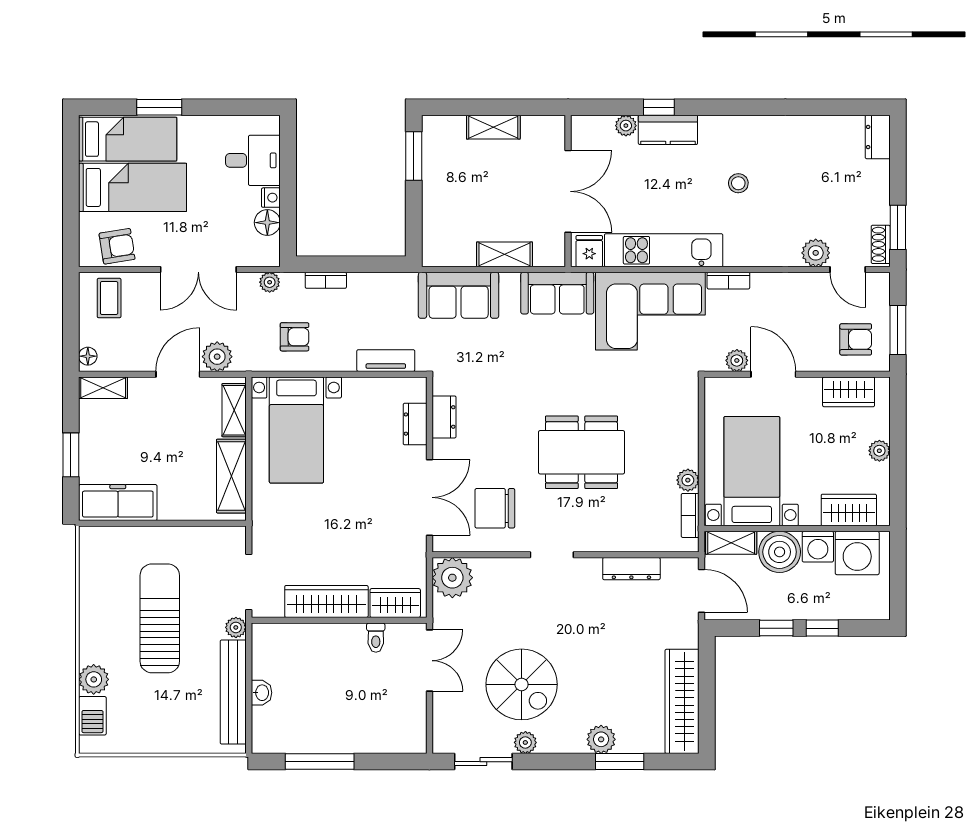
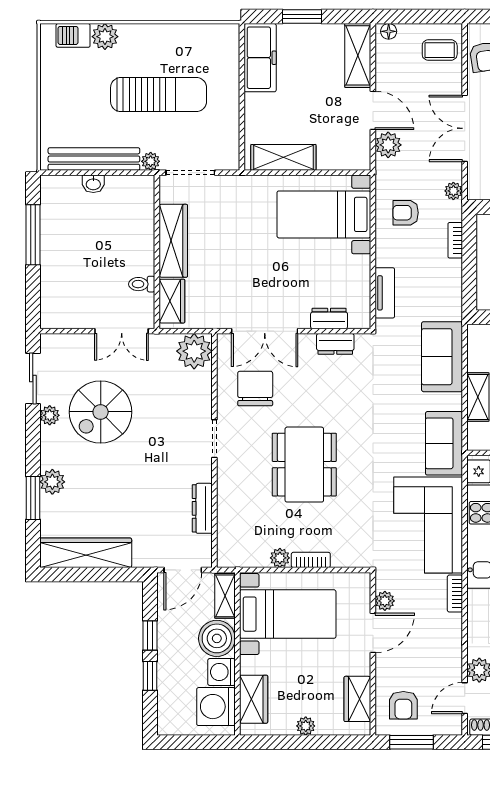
armchair: (294, 337) -> (406, 213), turned 90
shelving: (103, 388) -> (358, 55), width x1.50, depth x1.33
shelving: (234, 410) -> (341, 160), removed
bookcase: (690, 515) -> (311, 560), moved

